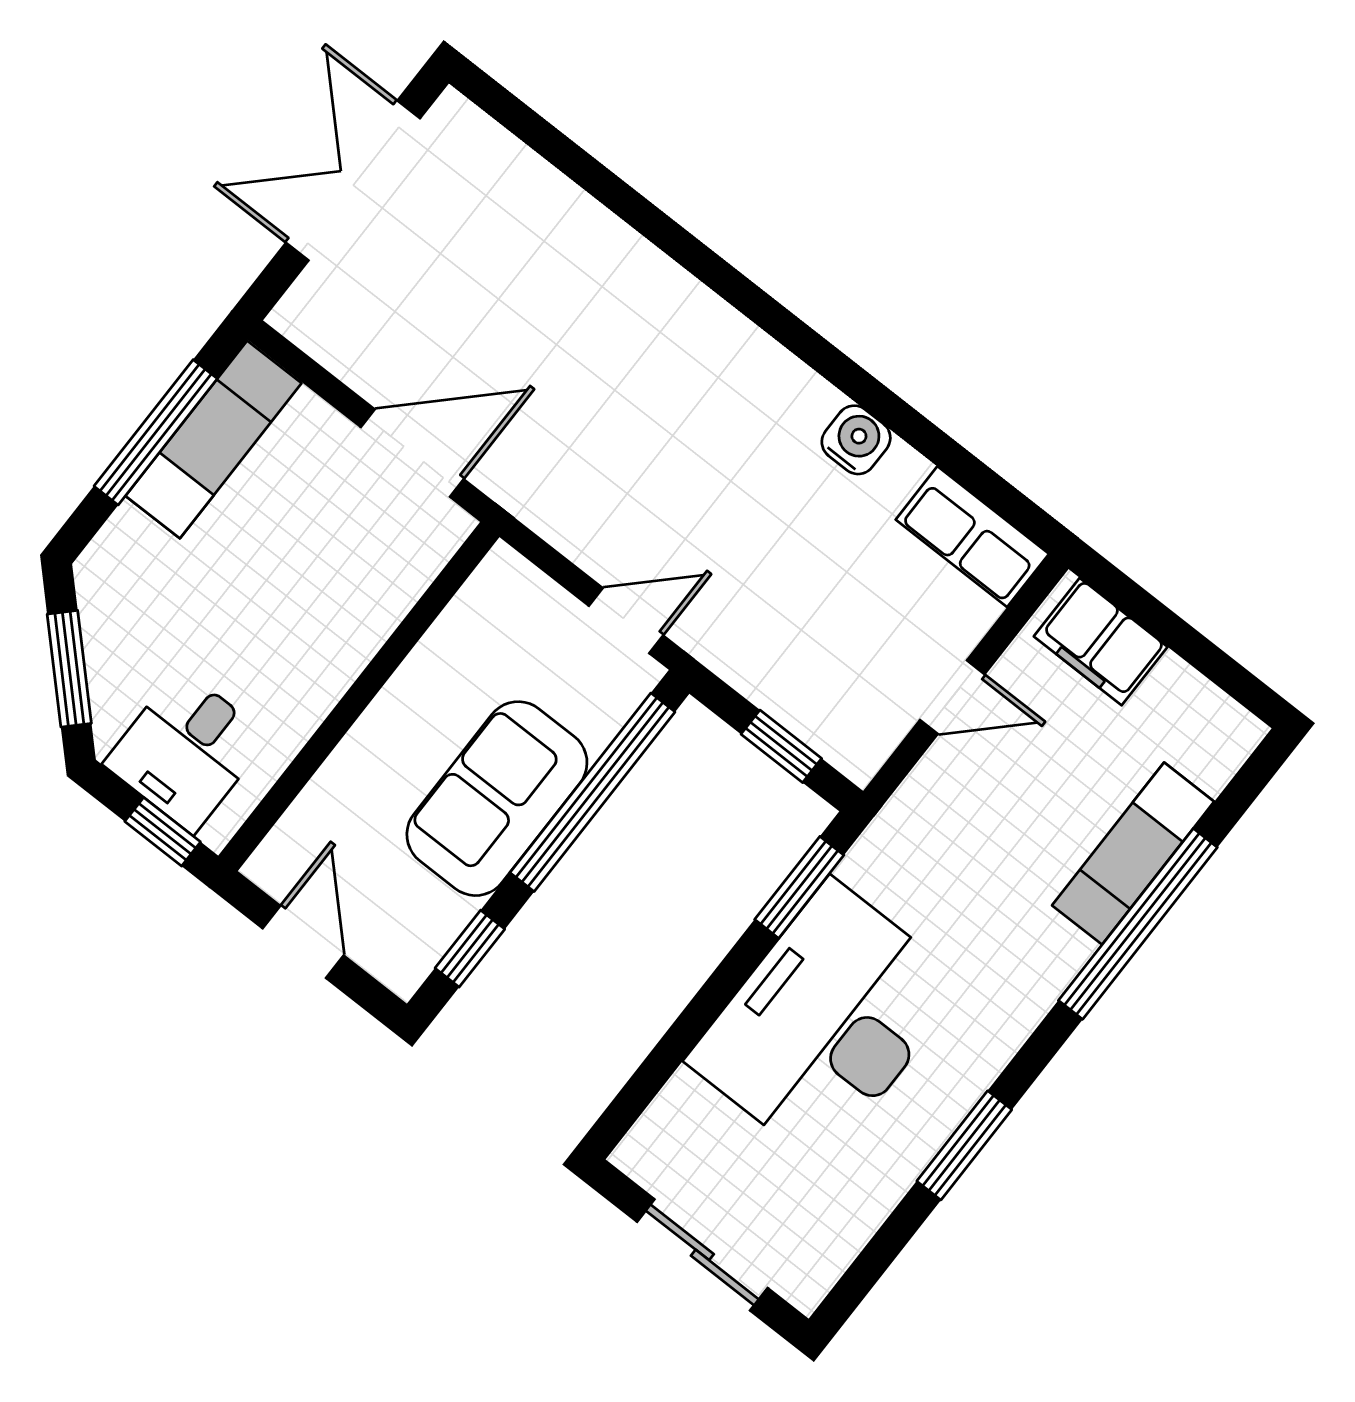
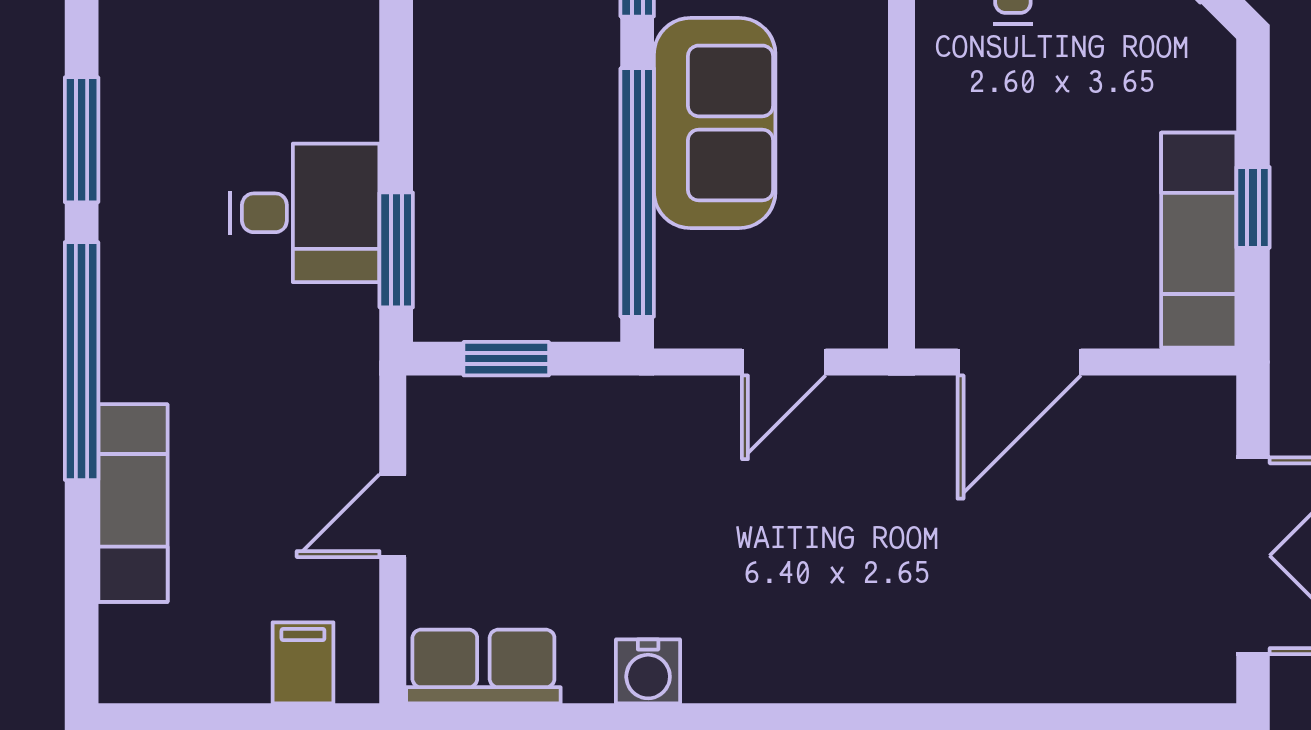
window: (156, 432) -> (1253, 207), width x0.46
door: (626, 621) -> (784, 362), moved
filing cabinet: (1101, 642) -> (303, 663), width x0.50
window: (1138, 924) -> (82, 361), moved
desk: (826, 1022) -> (305, 213), width x0.53, depth x0.77

